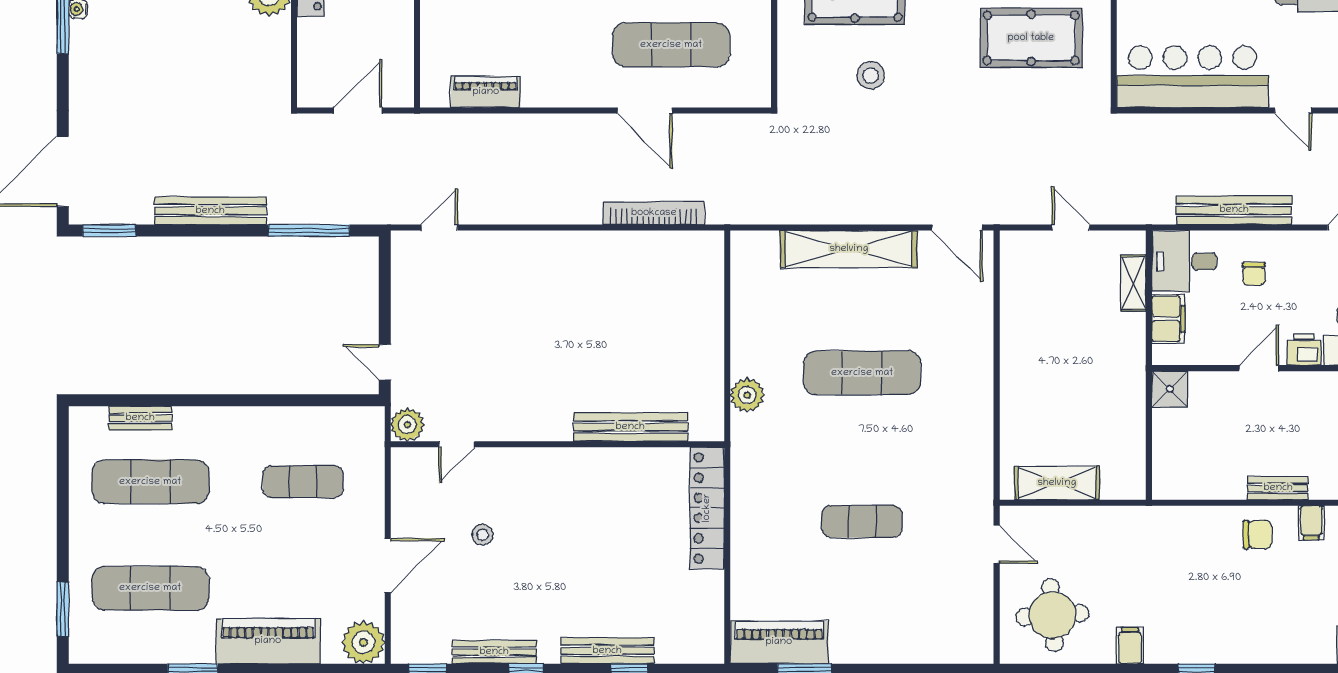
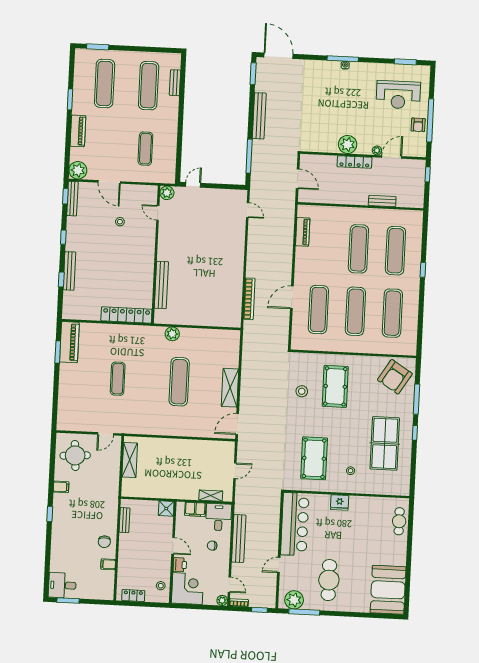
shelving: (849, 249) -> (230, 388), width x0.68
bench: (1278, 488) -> (125, 520), moved
piano: (268, 641) -> (78, 131), width x0.73, depth x0.75
bench: (494, 652) -> (72, 199), moved

